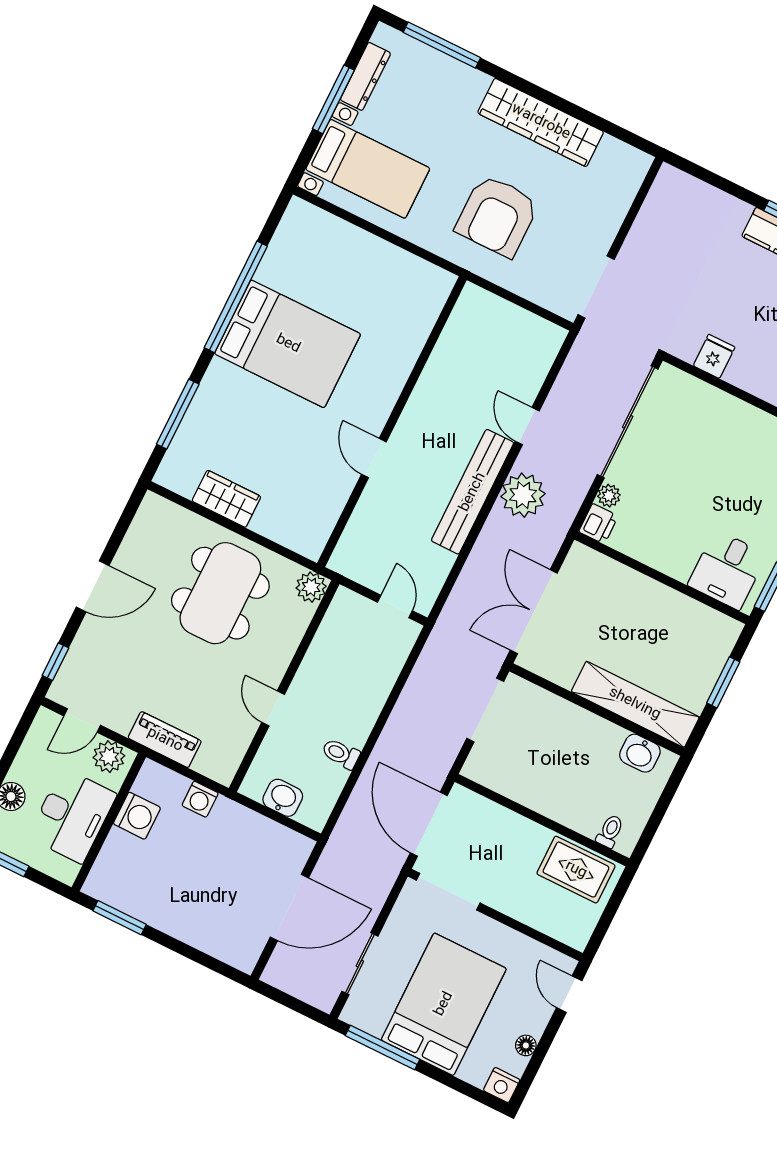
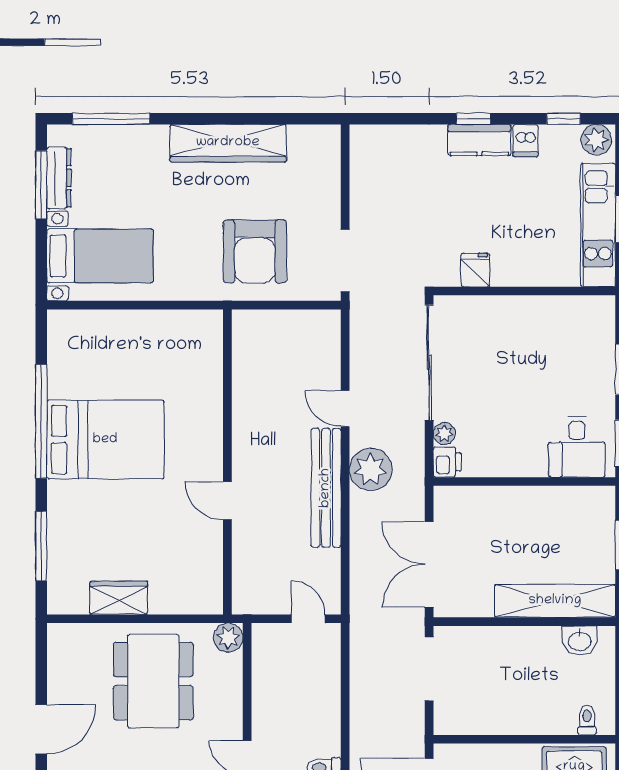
window: (333, 99) -> (41, 185), moved
armchair: (497, 216) -> (255, 251), moved

